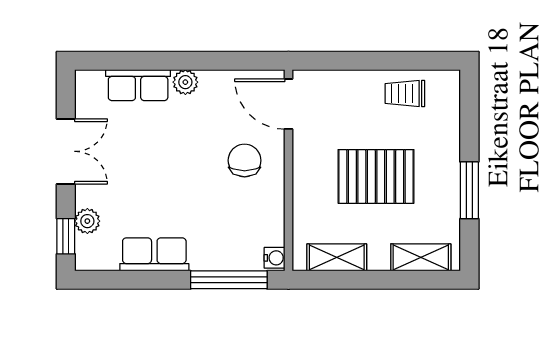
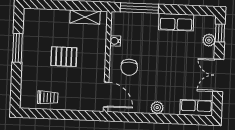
row of seats: (138, 85) -> (196, 108), moved
pallet: (376, 176) -> (64, 57), width x0.67, depth x0.71
shelving: (421, 257) -> (43, 15), removed
water cooler: (275, 258) -> (115, 41), moved

